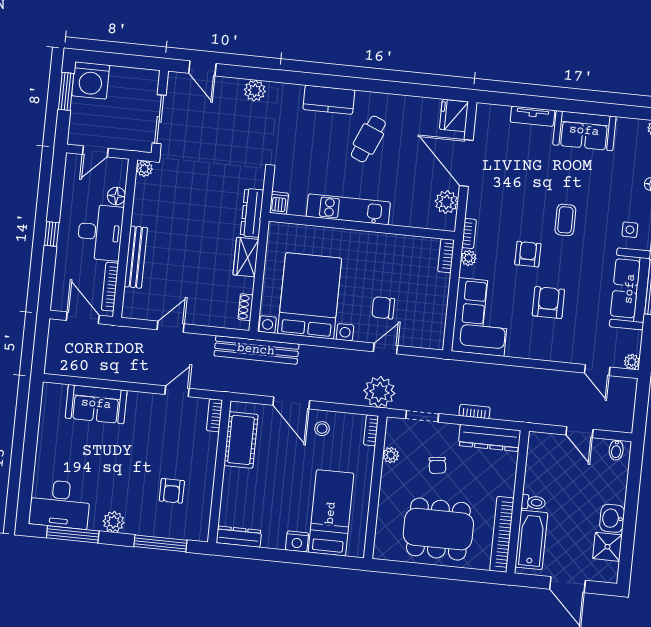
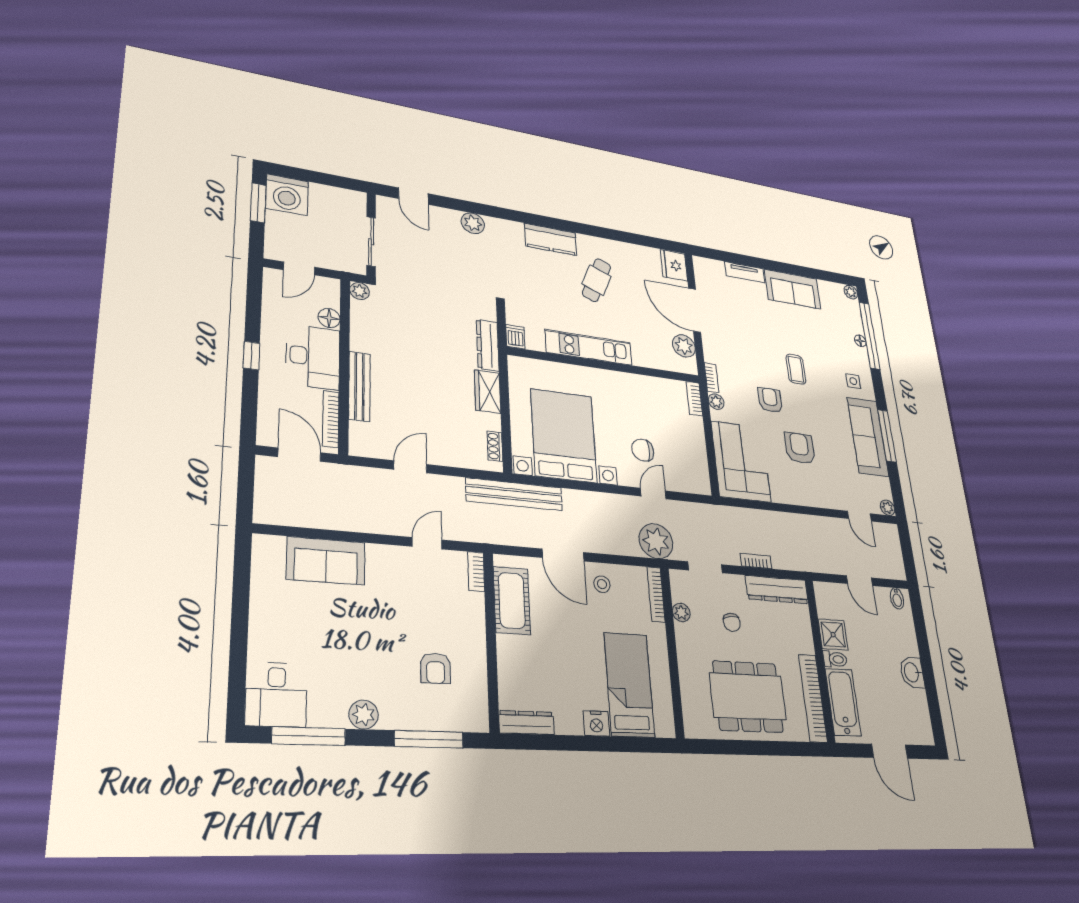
bookcase: (371, 430) -> (656, 594), width x1.56
desk: (60, 504) -> (276, 695), width x0.73
shower: (607, 547) -> (833, 635), moved

